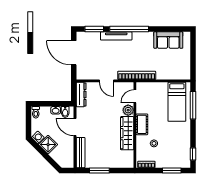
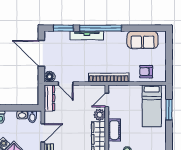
armchair: (172, 70) -> (146, 72), added
floor lamp: (81, 75) -> (50, 77), added
door: (107, 81) -> (66, 84), moved
window: (193, 105) -> (169, 110), width x0.69
door: (75, 127) -> (43, 133), swing flipped

